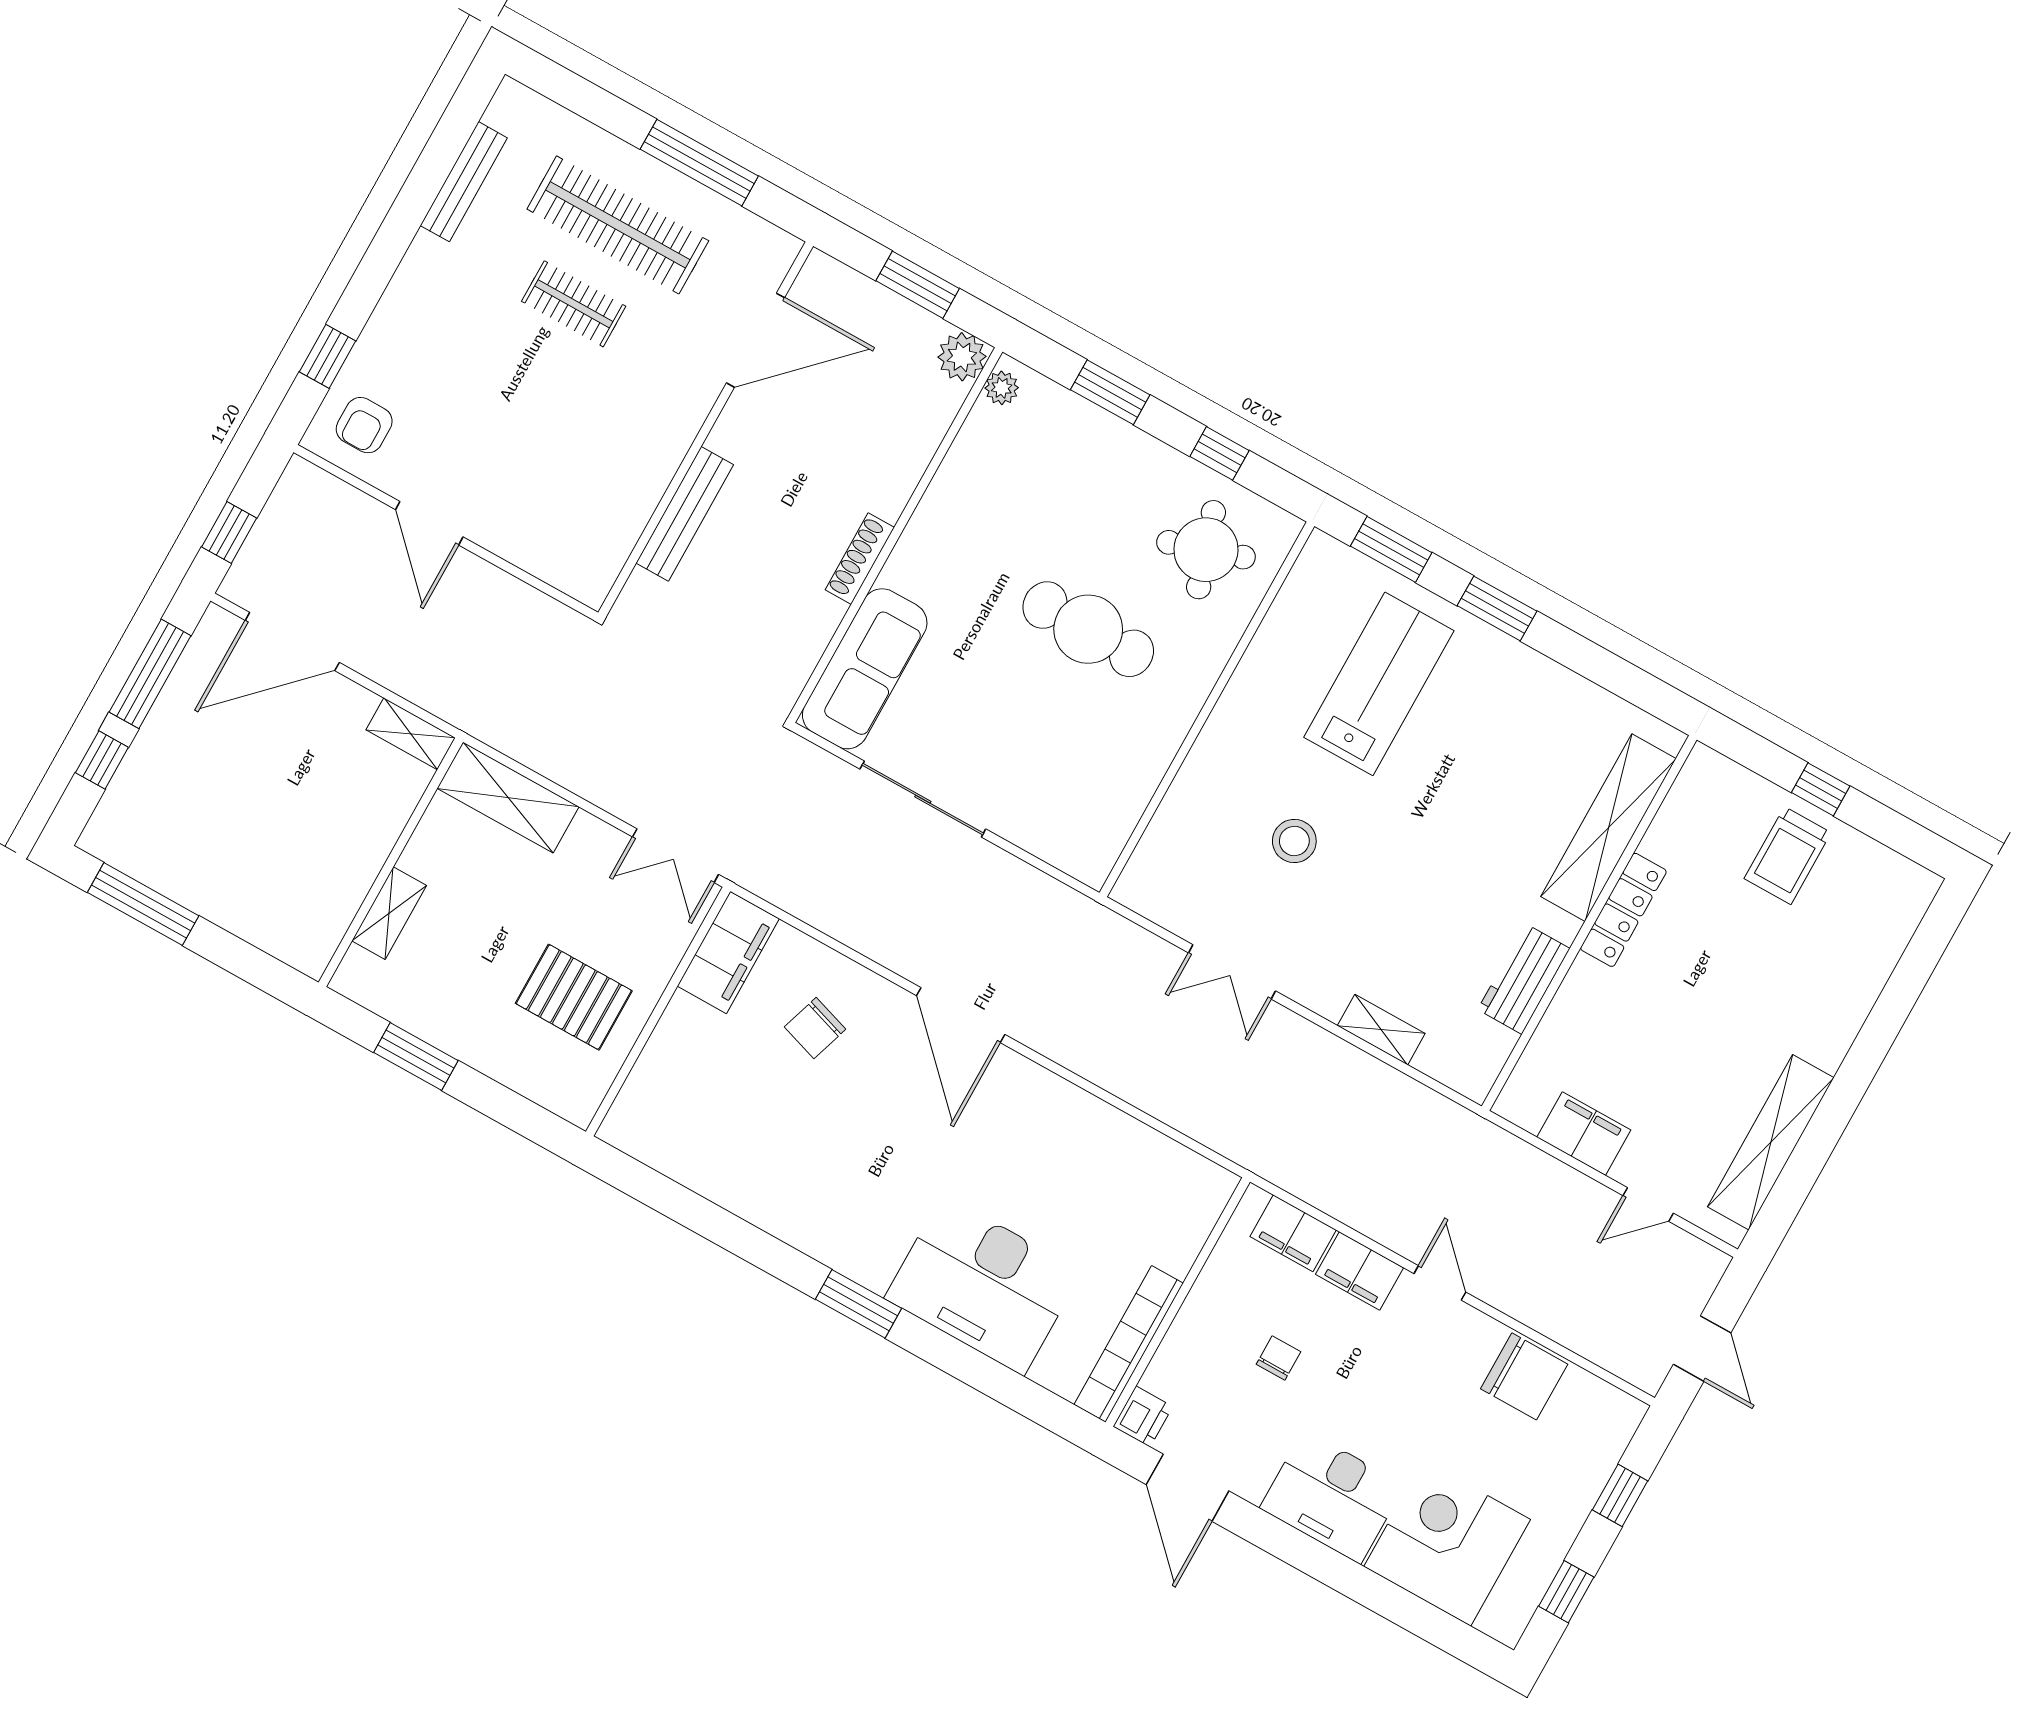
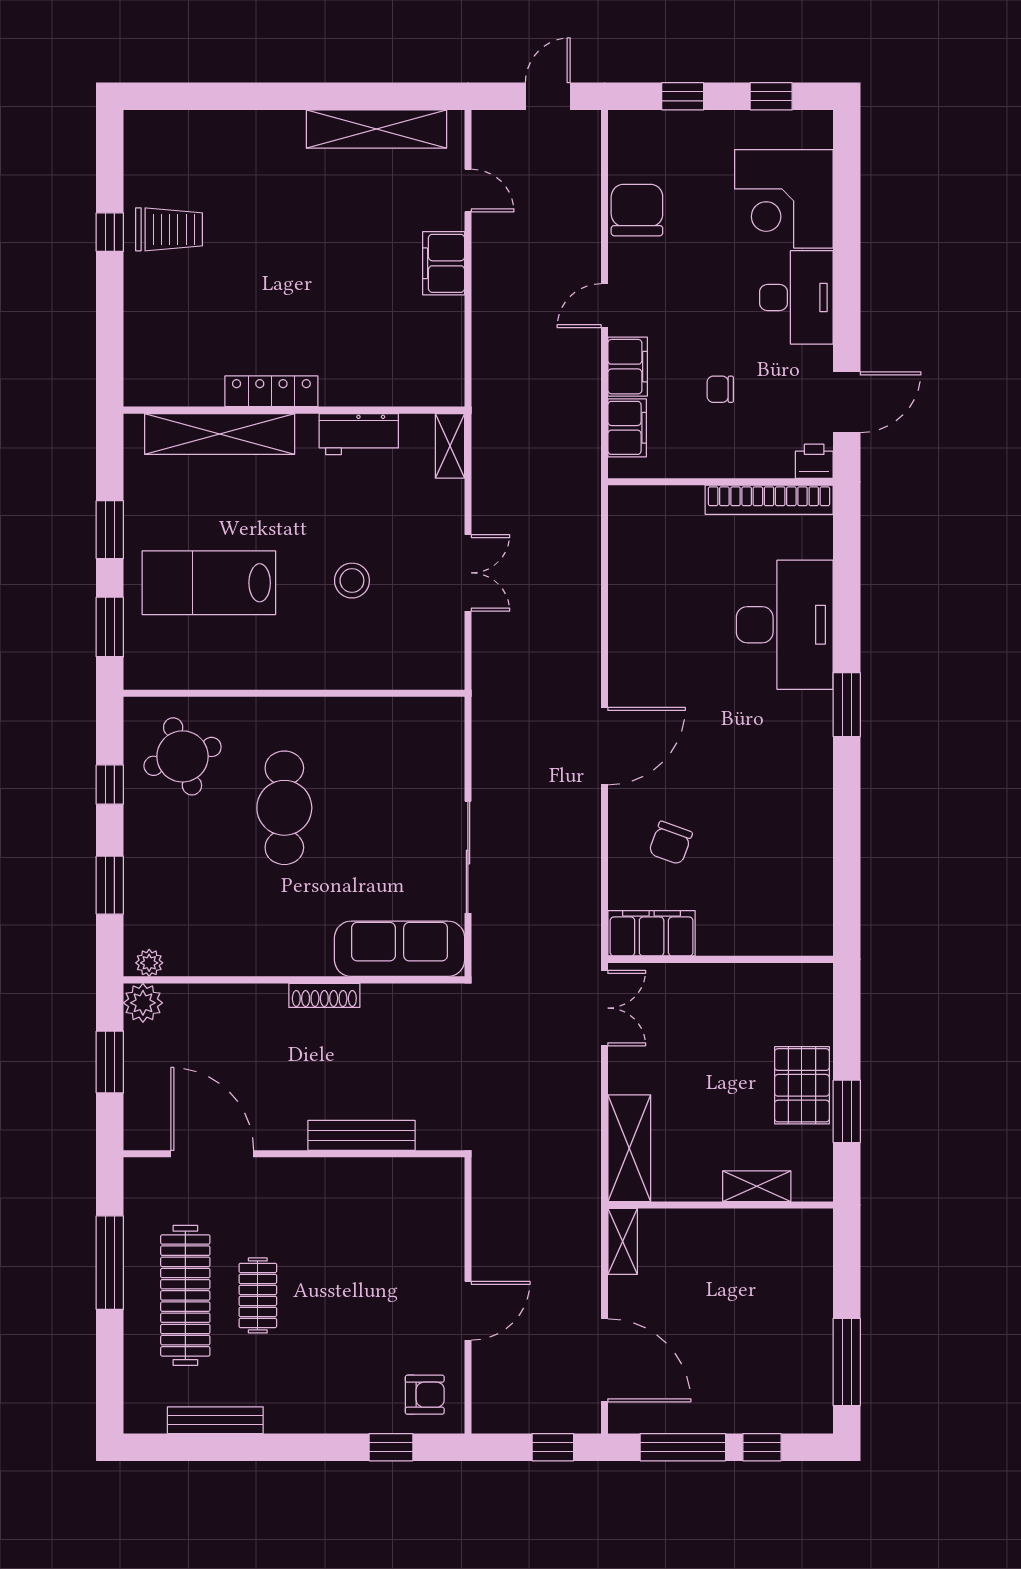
shelving: (1608, 828) -> (220, 434), moved
locker: (1623, 910) -> (271, 391), moved
wall: (1589, 923) -> (294, 410), moved
workbench: (1524, 979) -> (359, 434), moved
pallet: (574, 997) -> (802, 1085), moved
chair: (815, 1028) -> (671, 843), turned 92

